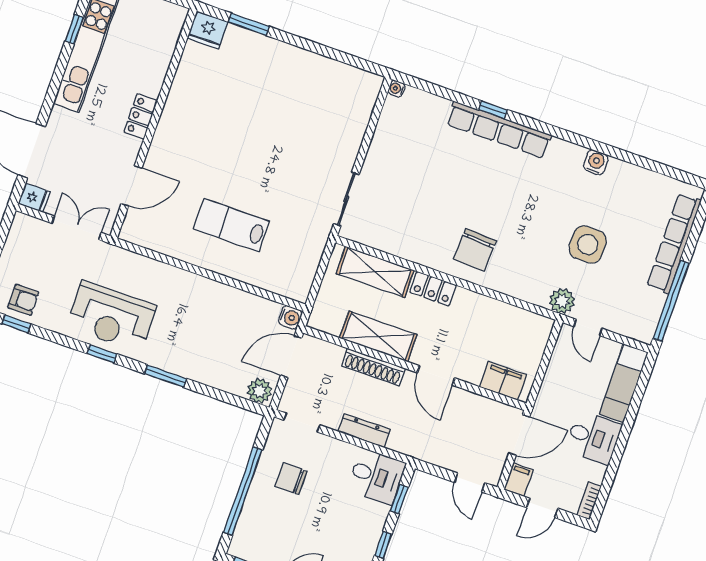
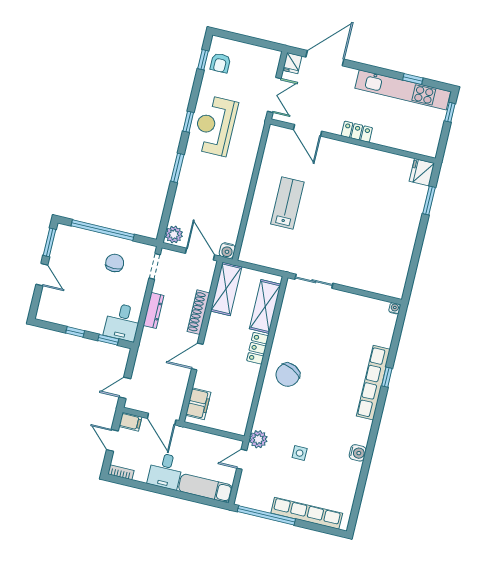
side table: (588, 245) -> (300, 453), width x0.54, depth x0.54
chair: (475, 250) -> (288, 375), turned -67
shelving: (378, 336) -> (226, 289), moved

